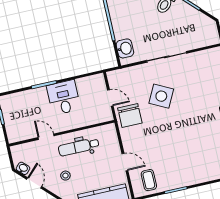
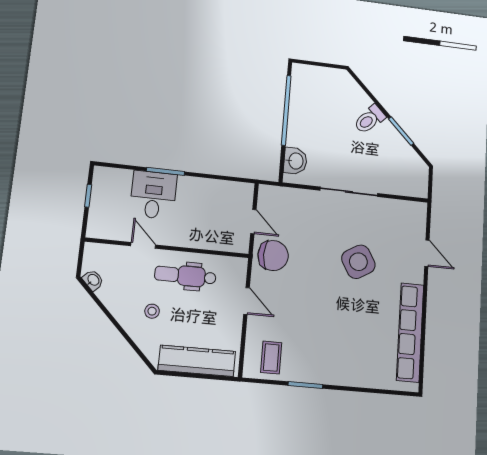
side table: (161, 96) -> (358, 262), moved, turned 33
desk: (64, 98) -> (153, 195), moved
chair: (130, 116) -> (273, 256), turned -90
door: (125, 162) -> (247, 301), moved
door: (34, 183) -> (102, 307), removed

